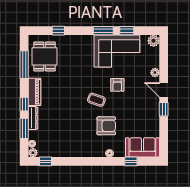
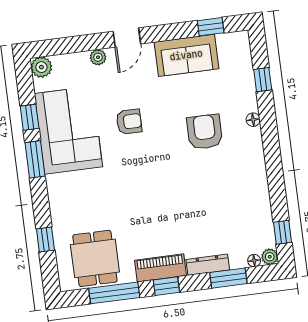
dining table: (44, 56) -> (95, 258), turned 90
coffee table: (96, 100) -> (160, 156), removed
window: (24, 104) -> (166, 286), moved
window: (164, 109) -> (211, 27), moved
sofa: (142, 147) -> (186, 55), moved, turned -90

